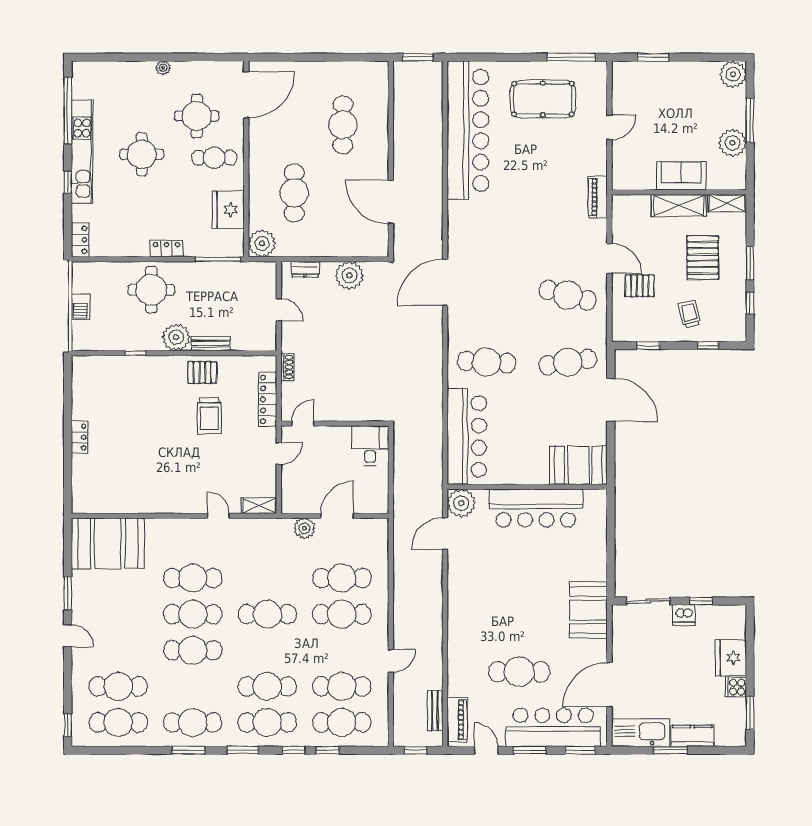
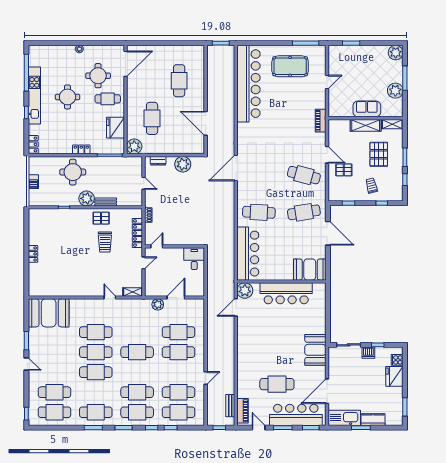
cooker: (736, 687) -> (397, 360), moved

